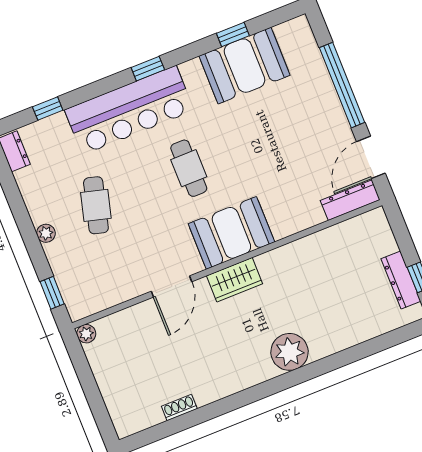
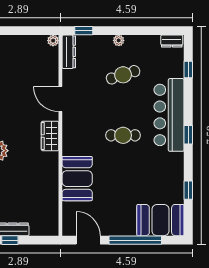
booth: (244, 66) -> (160, 220), moved, turned 90
dresser: (350, 200) -> (69, 52), moved
cafe table: (96, 205) -> (123, 75), turned -33
booth: (231, 233) -> (77, 179), moved

